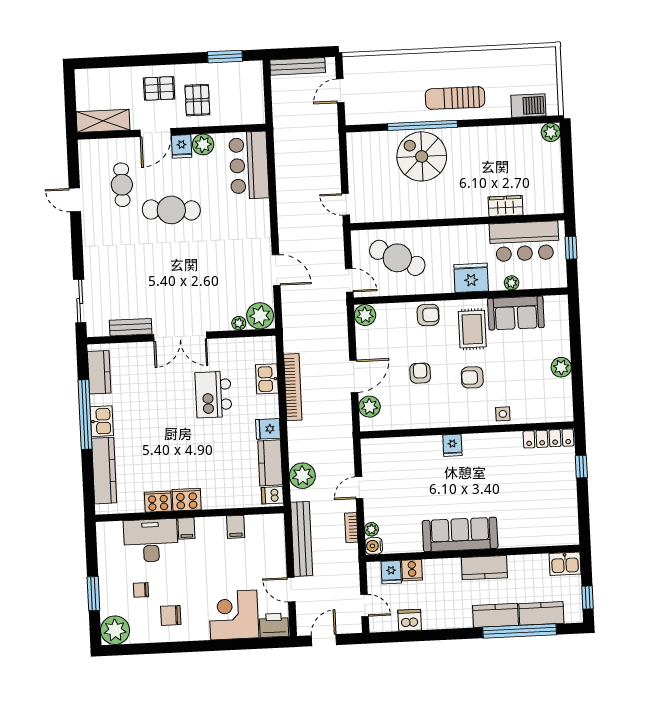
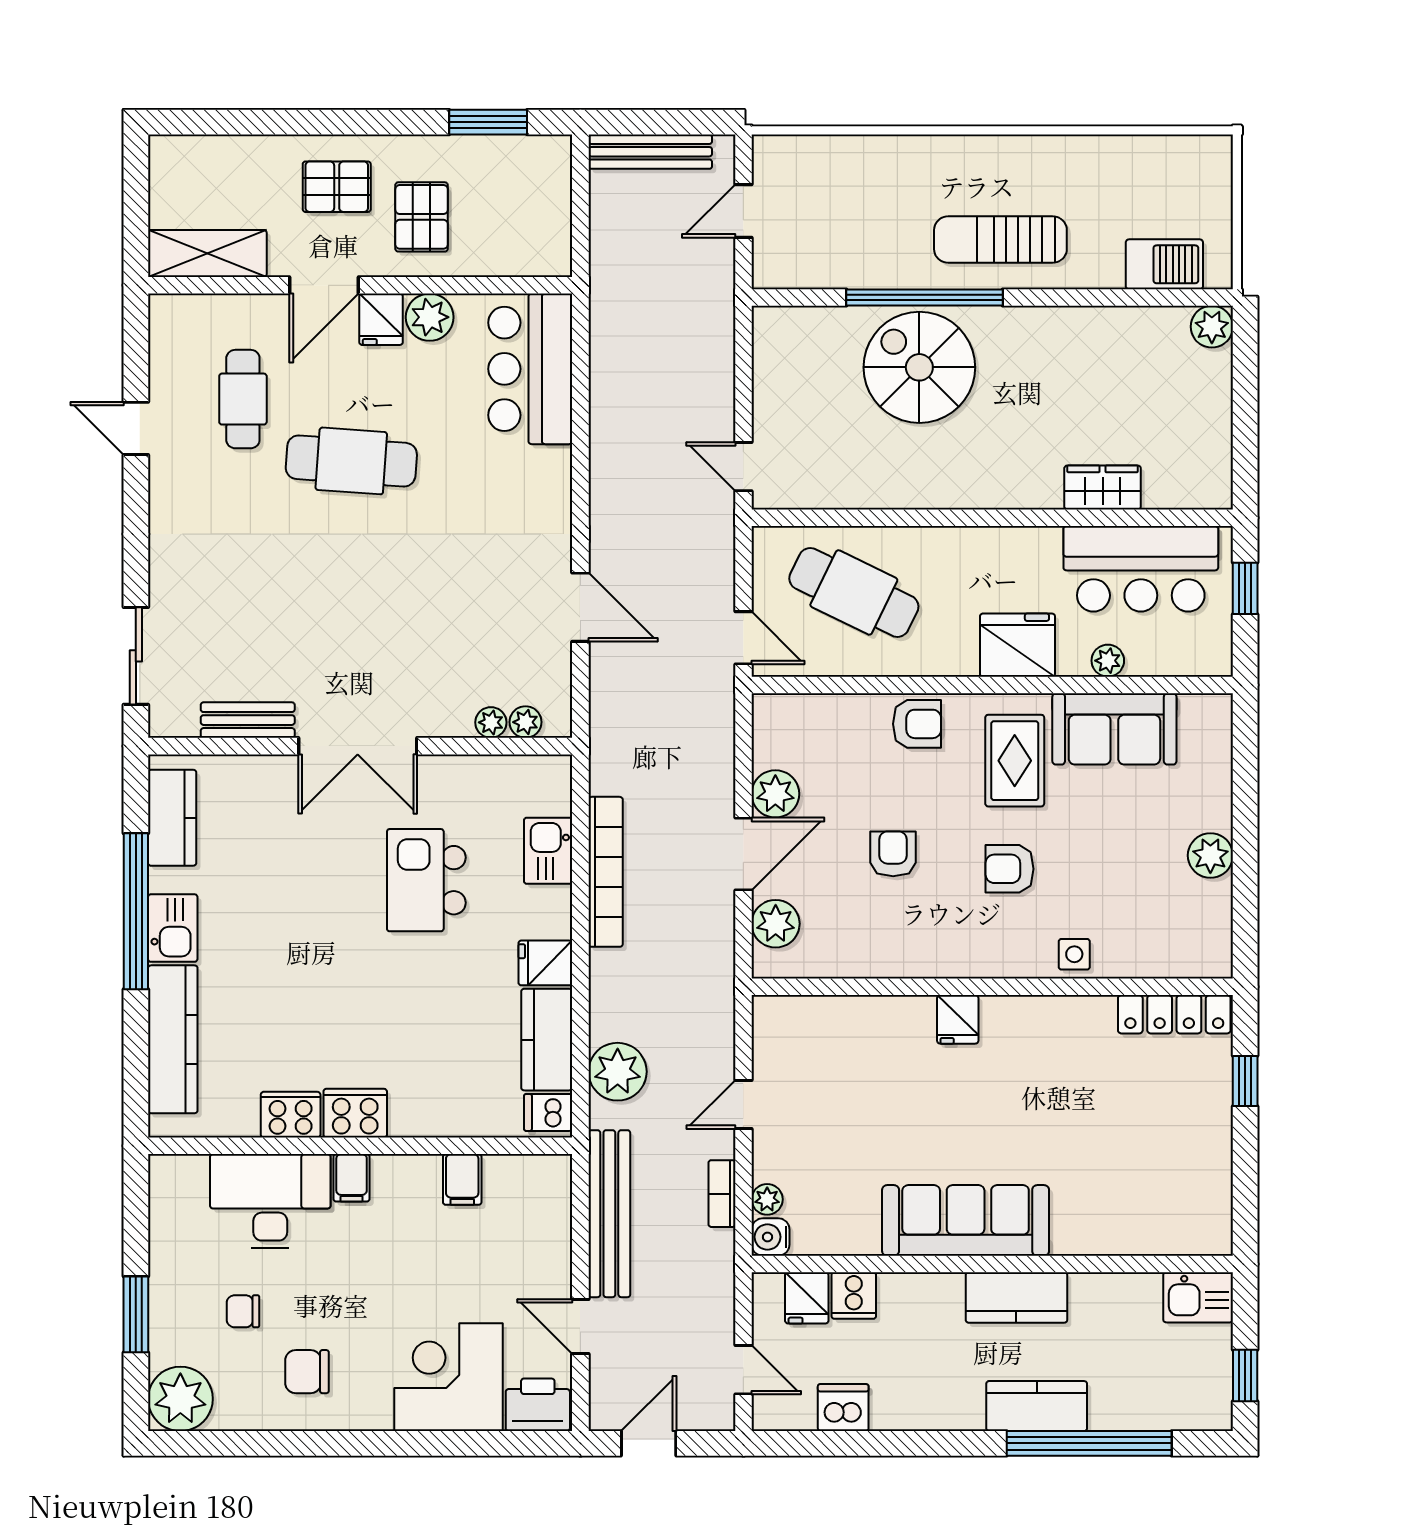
plant: (365, 315) -> (775, 794), moved
plant: (260, 316) -> (525, 722), width x0.53, depth x0.53
kitchen counter: (541, 613) -> (1140, 1406), removed

